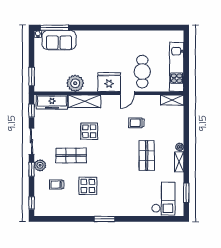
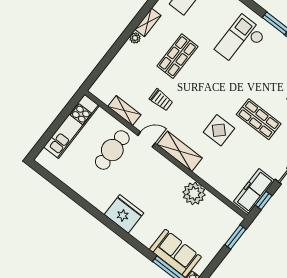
fridge: (109, 82) -> (124, 214), moved, turned 180
shelving: (172, 100) -> (124, 111), moved
shelving: (84, 101) -> (180, 151), moved
freezer: (52, 102) -> (254, 191), moved, turned -90
display table: (88, 186) -> (266, 73), removed
checkout: (117, 193) -> (240, 41), added

